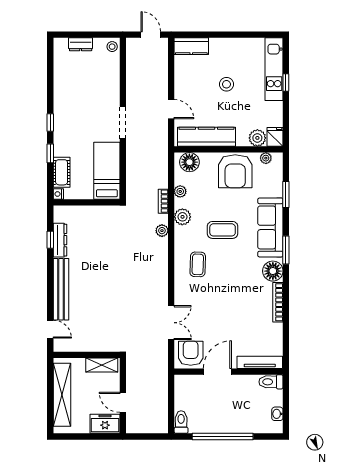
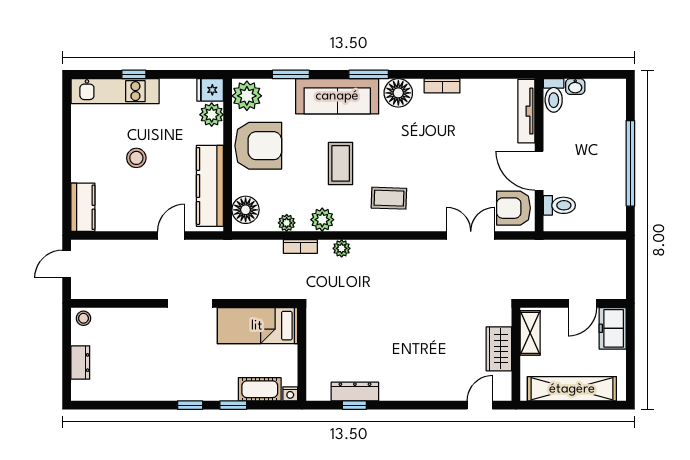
plant: (266, 158) -> (247, 96), width x1.87, depth x1.87
bench: (61, 289) -> (424, 390), removed
bookcase: (278, 302) -> (442, 86), width x0.64
wardrobe: (90, 343) -> (499, 349), added
washbasin: (277, 414) -> (575, 87), moved
toilet: (181, 422) -> (559, 205), moved, turned 180

